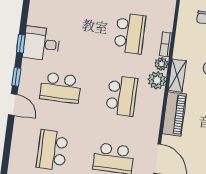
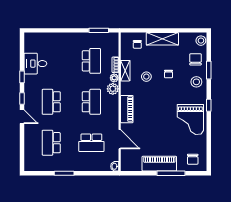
desk: (42, 44) -> (35, 64), moved
shelving: (177, 76) -> (125, 71), moved
school desk: (60, 88) -> (51, 102), turned 90

